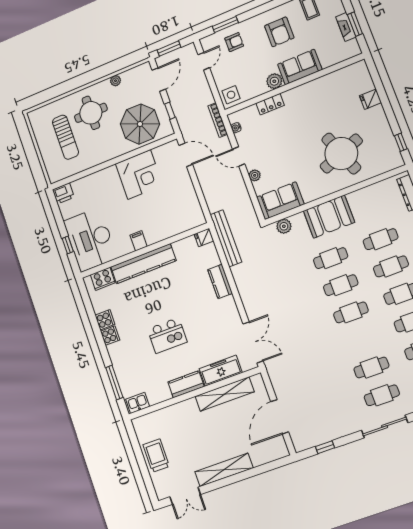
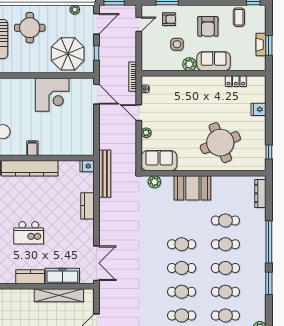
plant: (116, 81) -> (75, 10), moved
side table: (231, 95) -> (177, 44), moved
locker: (270, 104) -> (236, 81), moved
cafe table: (331, 258) -> (182, 292), moved

